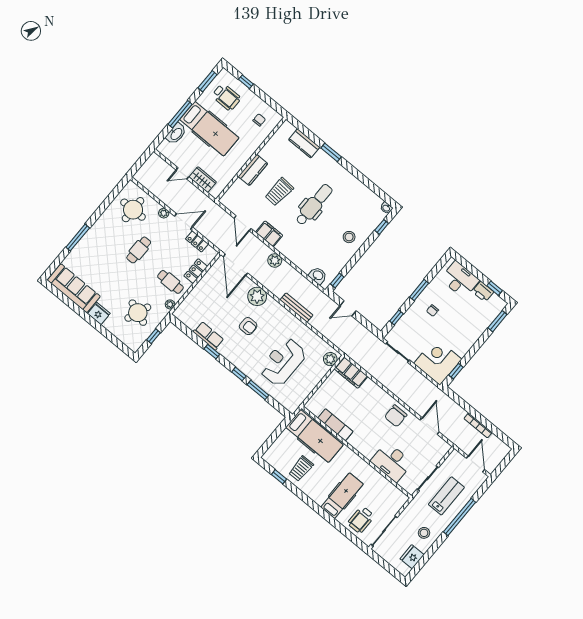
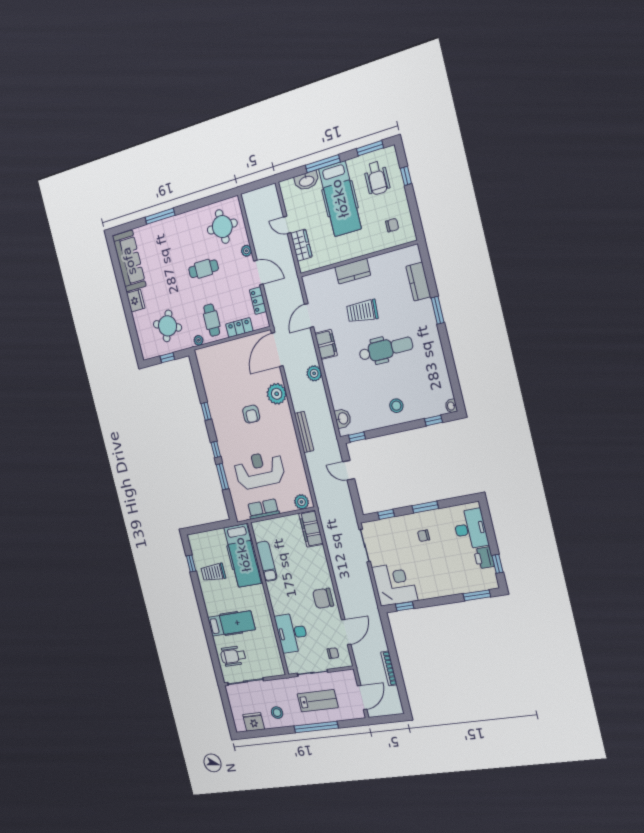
row of seats: (209, 336) -> (263, 509), moved, turned -90
chair: (432, 450) -> (333, 653), added

